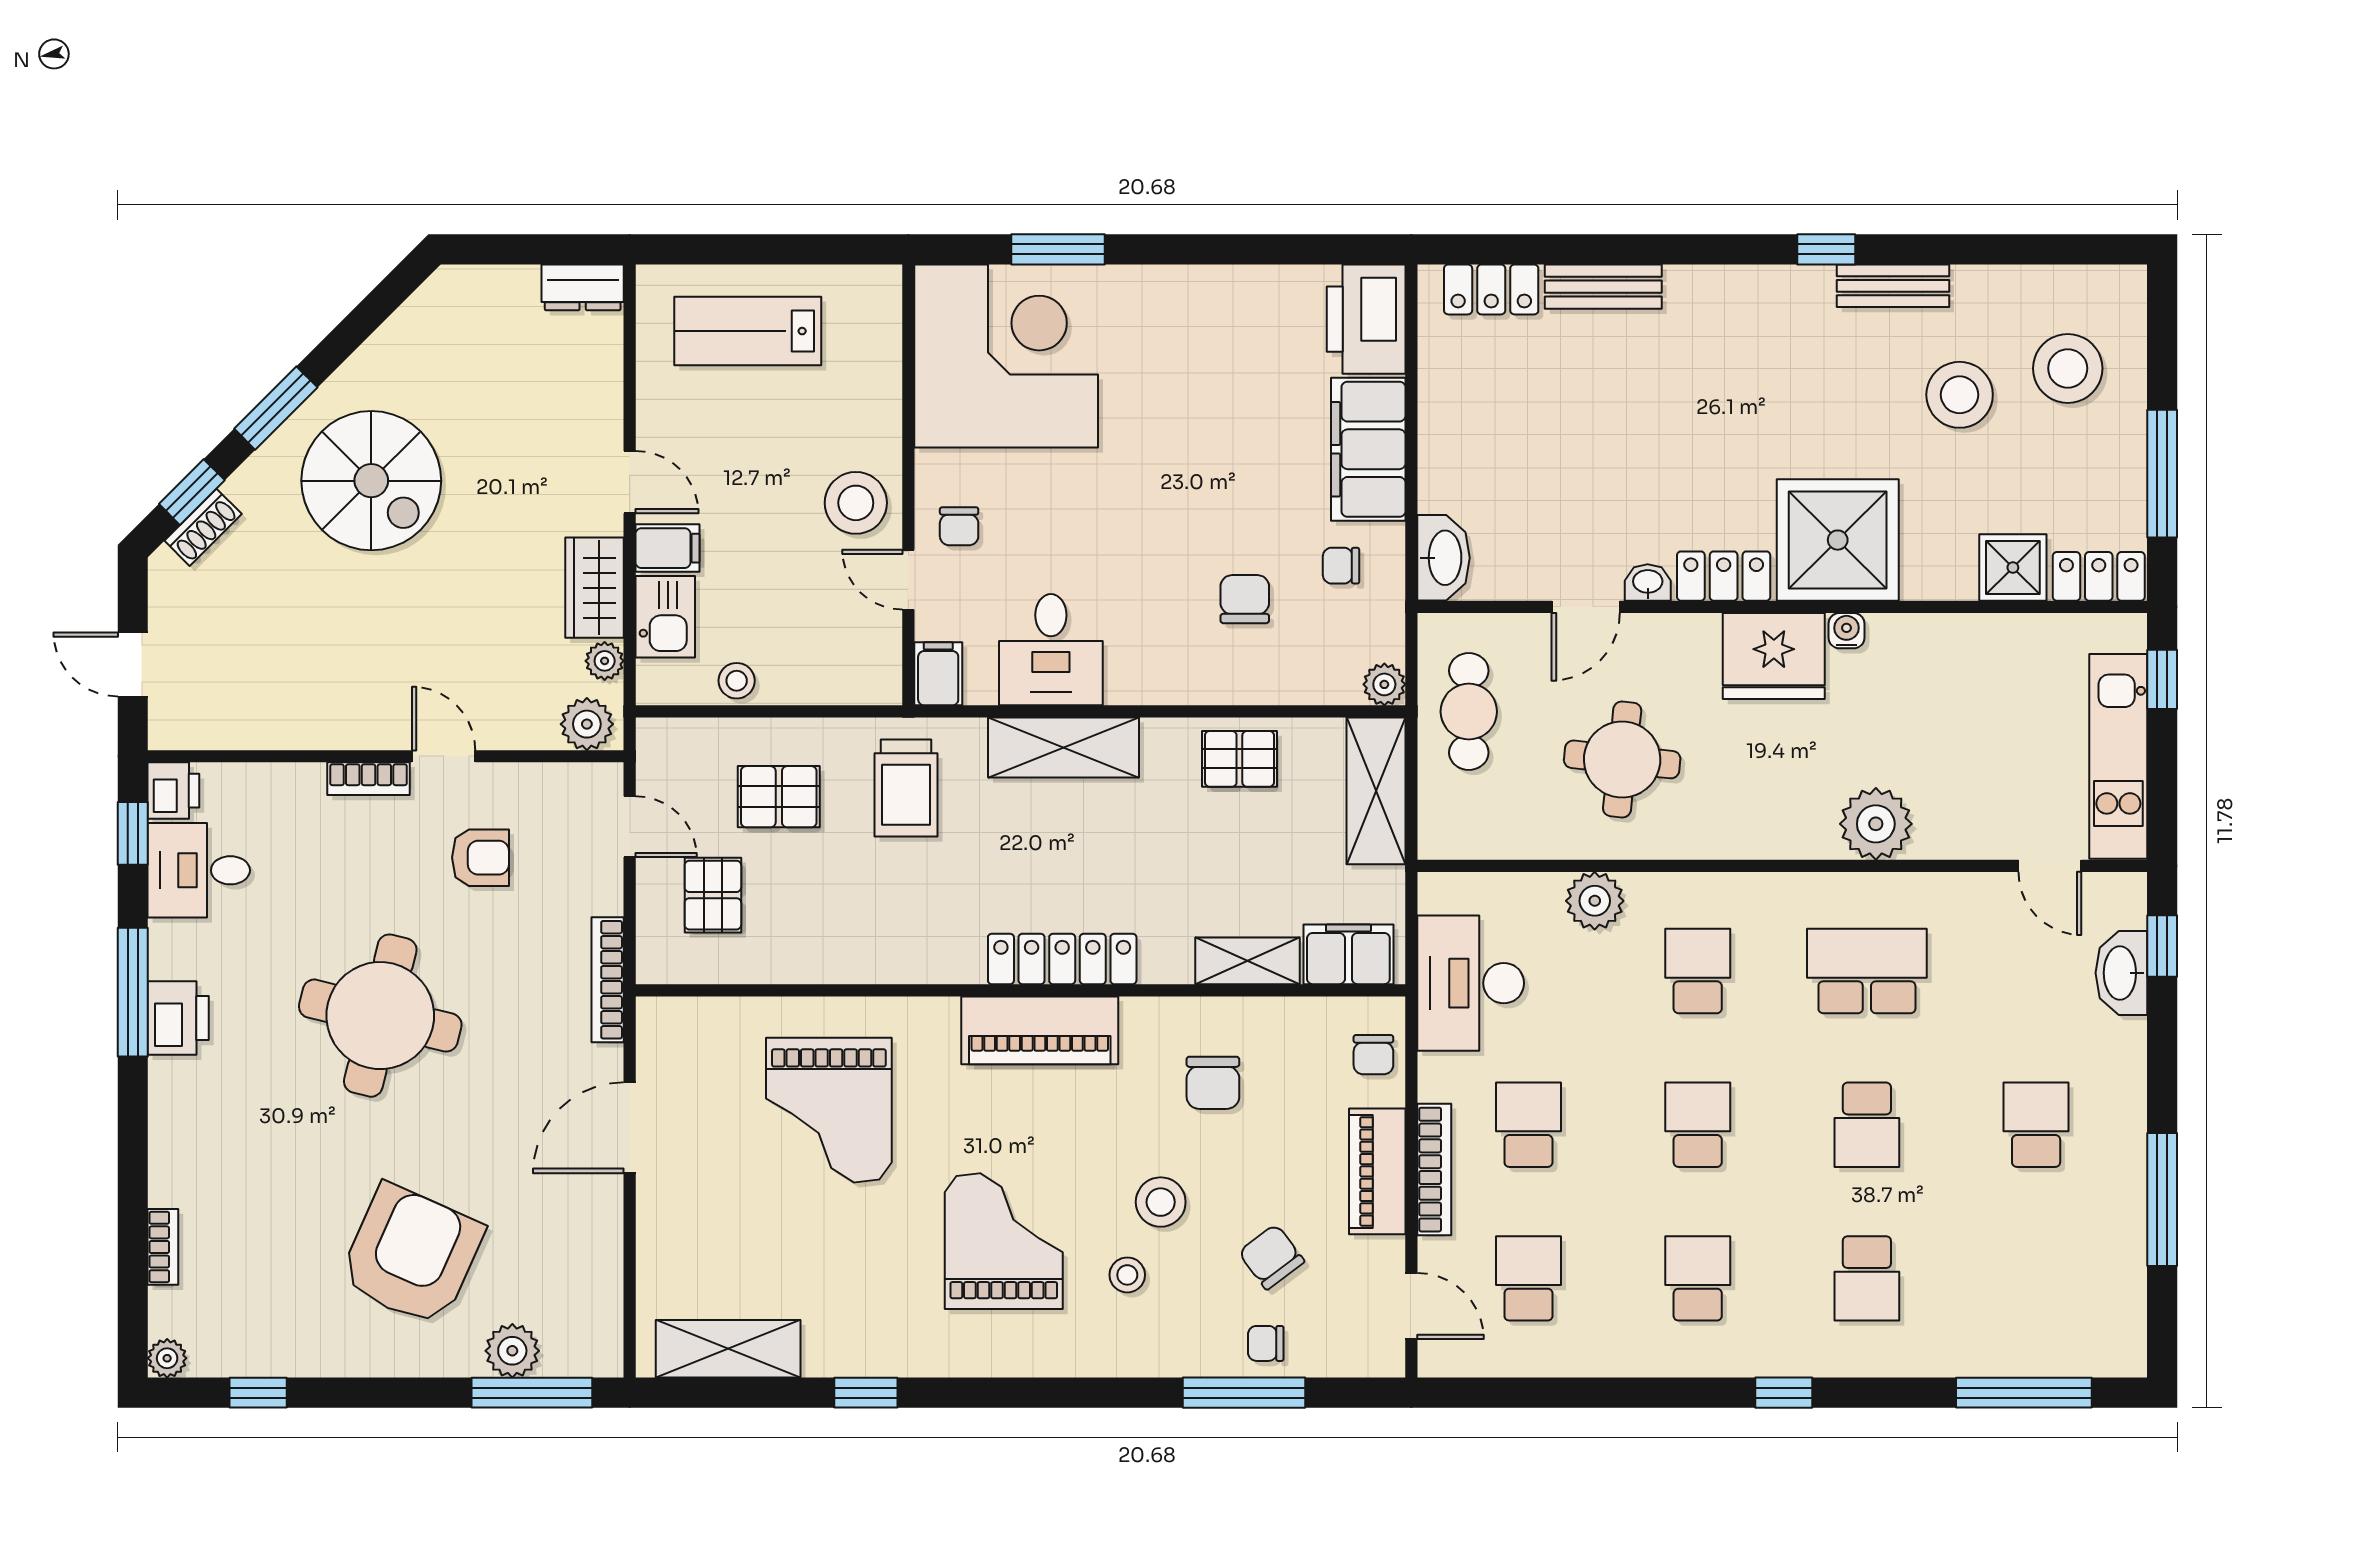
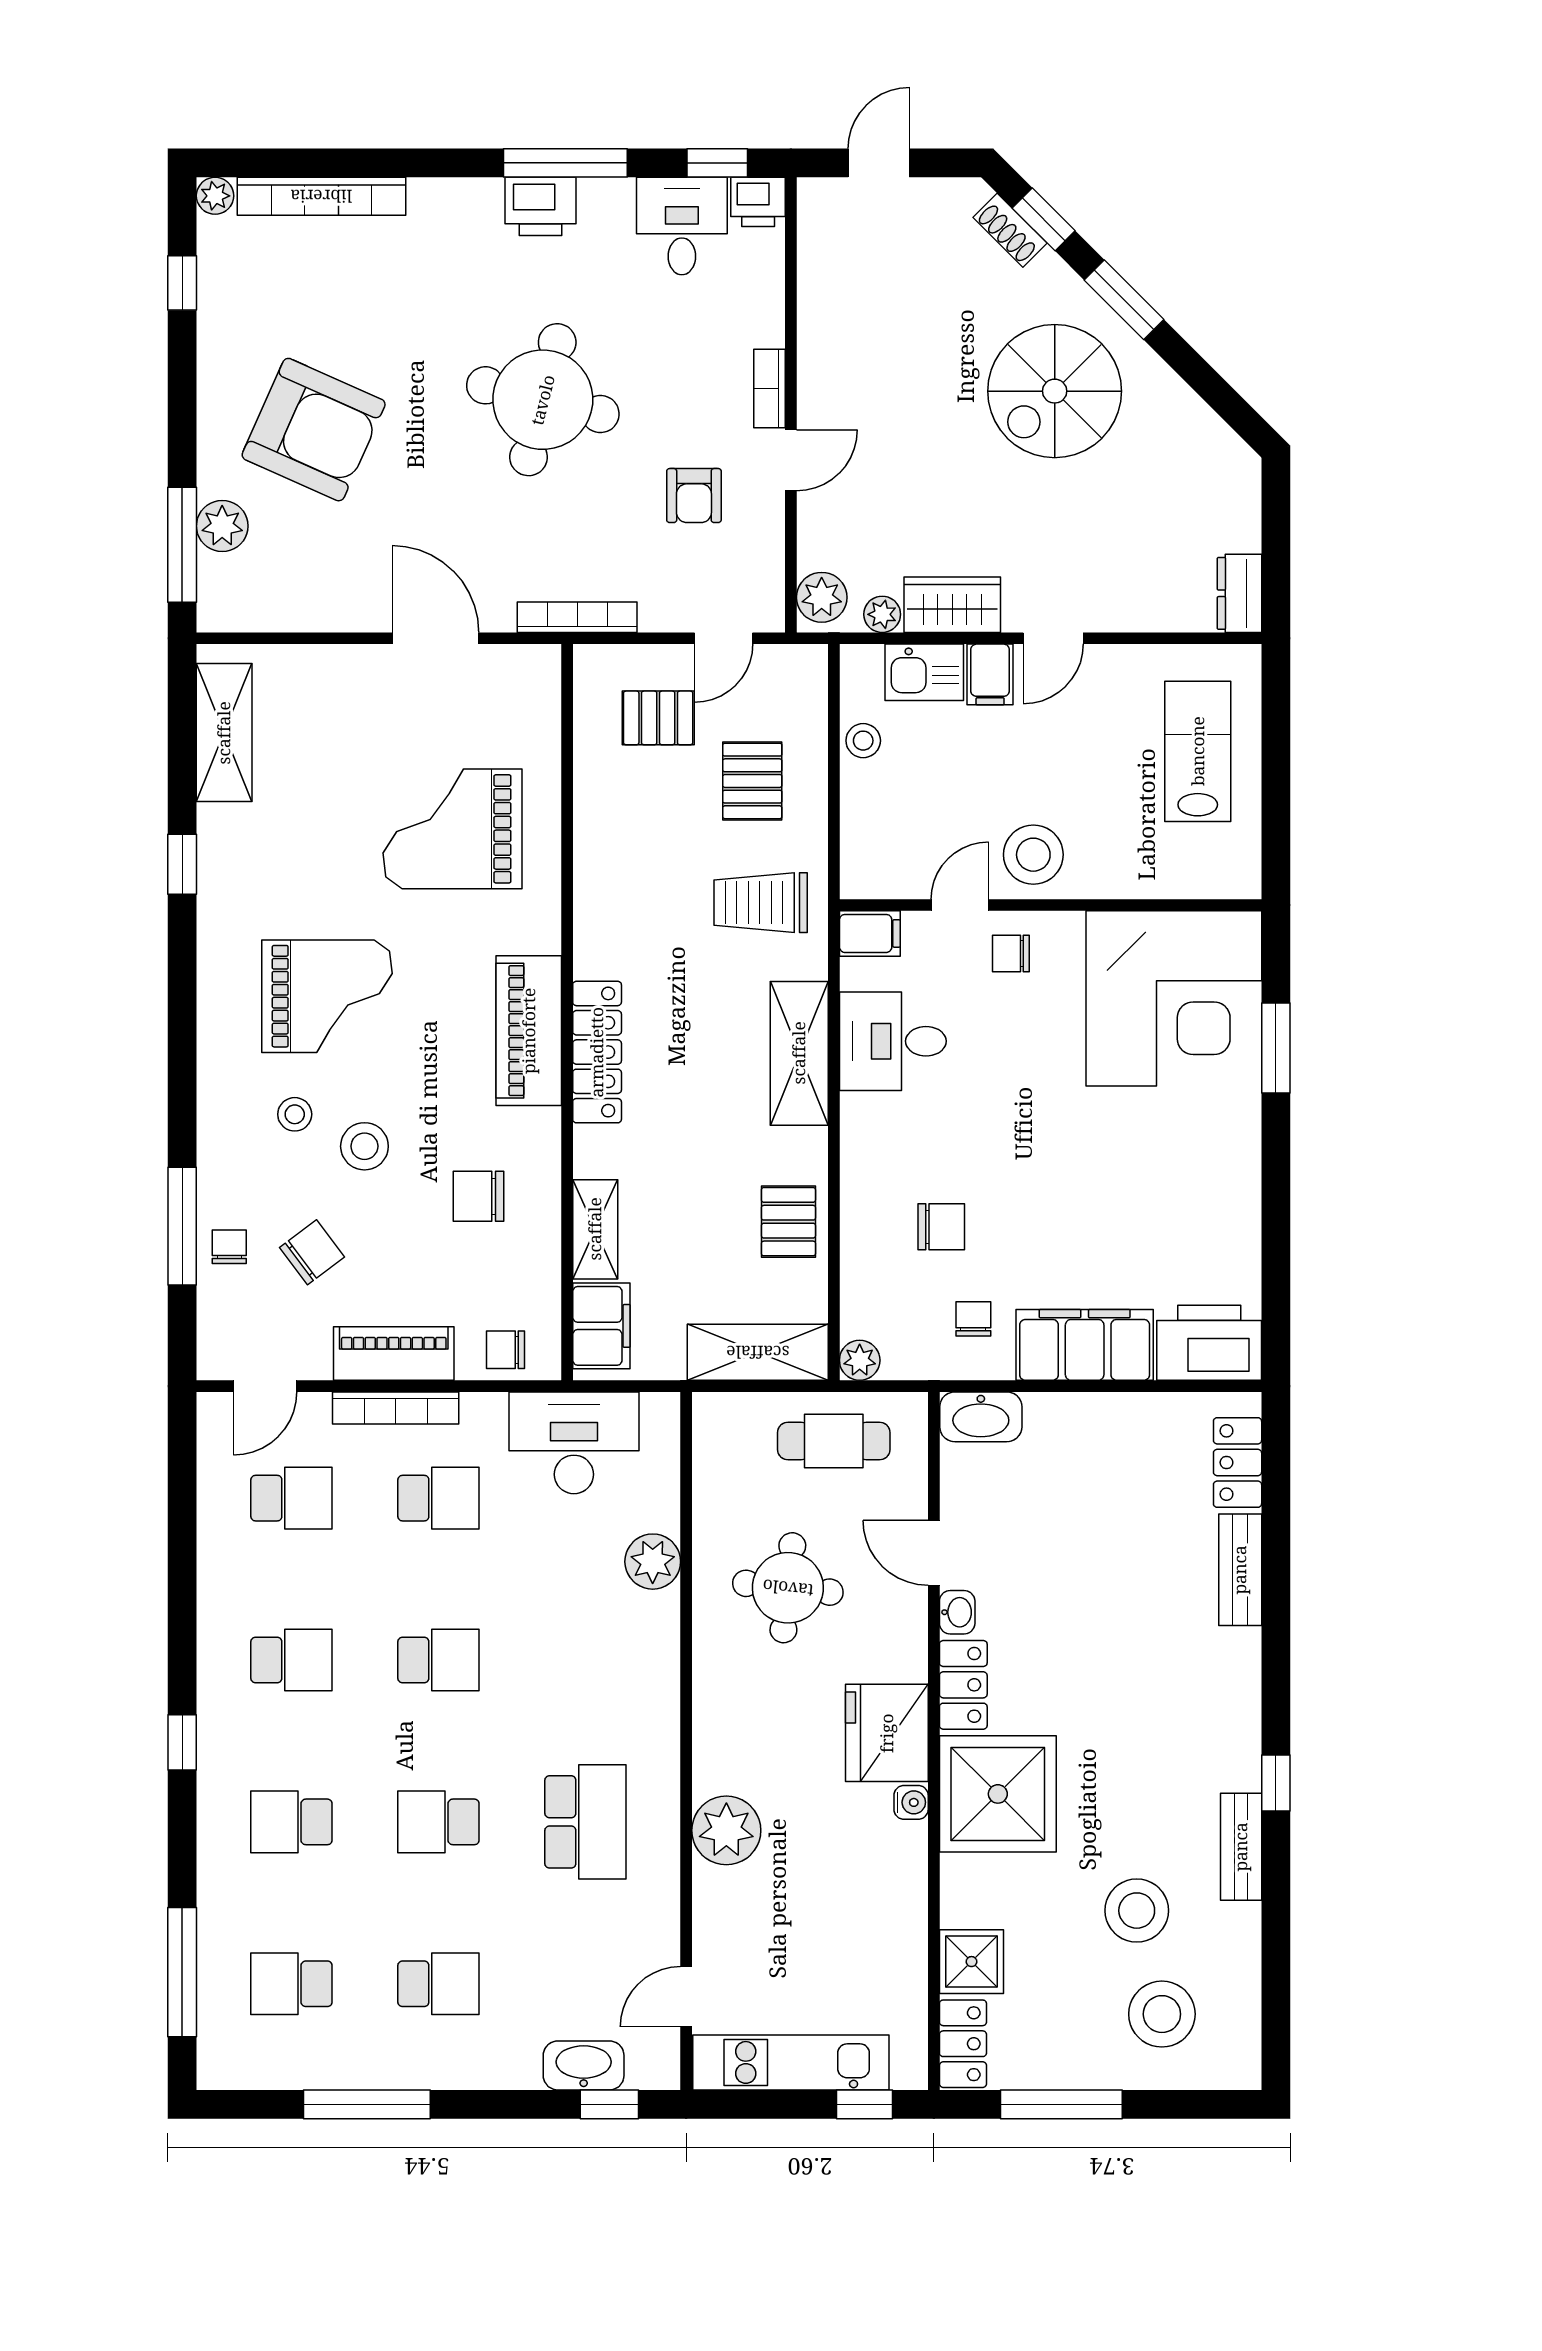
school desk: (1698, 971) -> (291, 1984), moved, turned 180
bookcase: (163, 1247) -> (321, 196), width x2.31, depth x1.31

